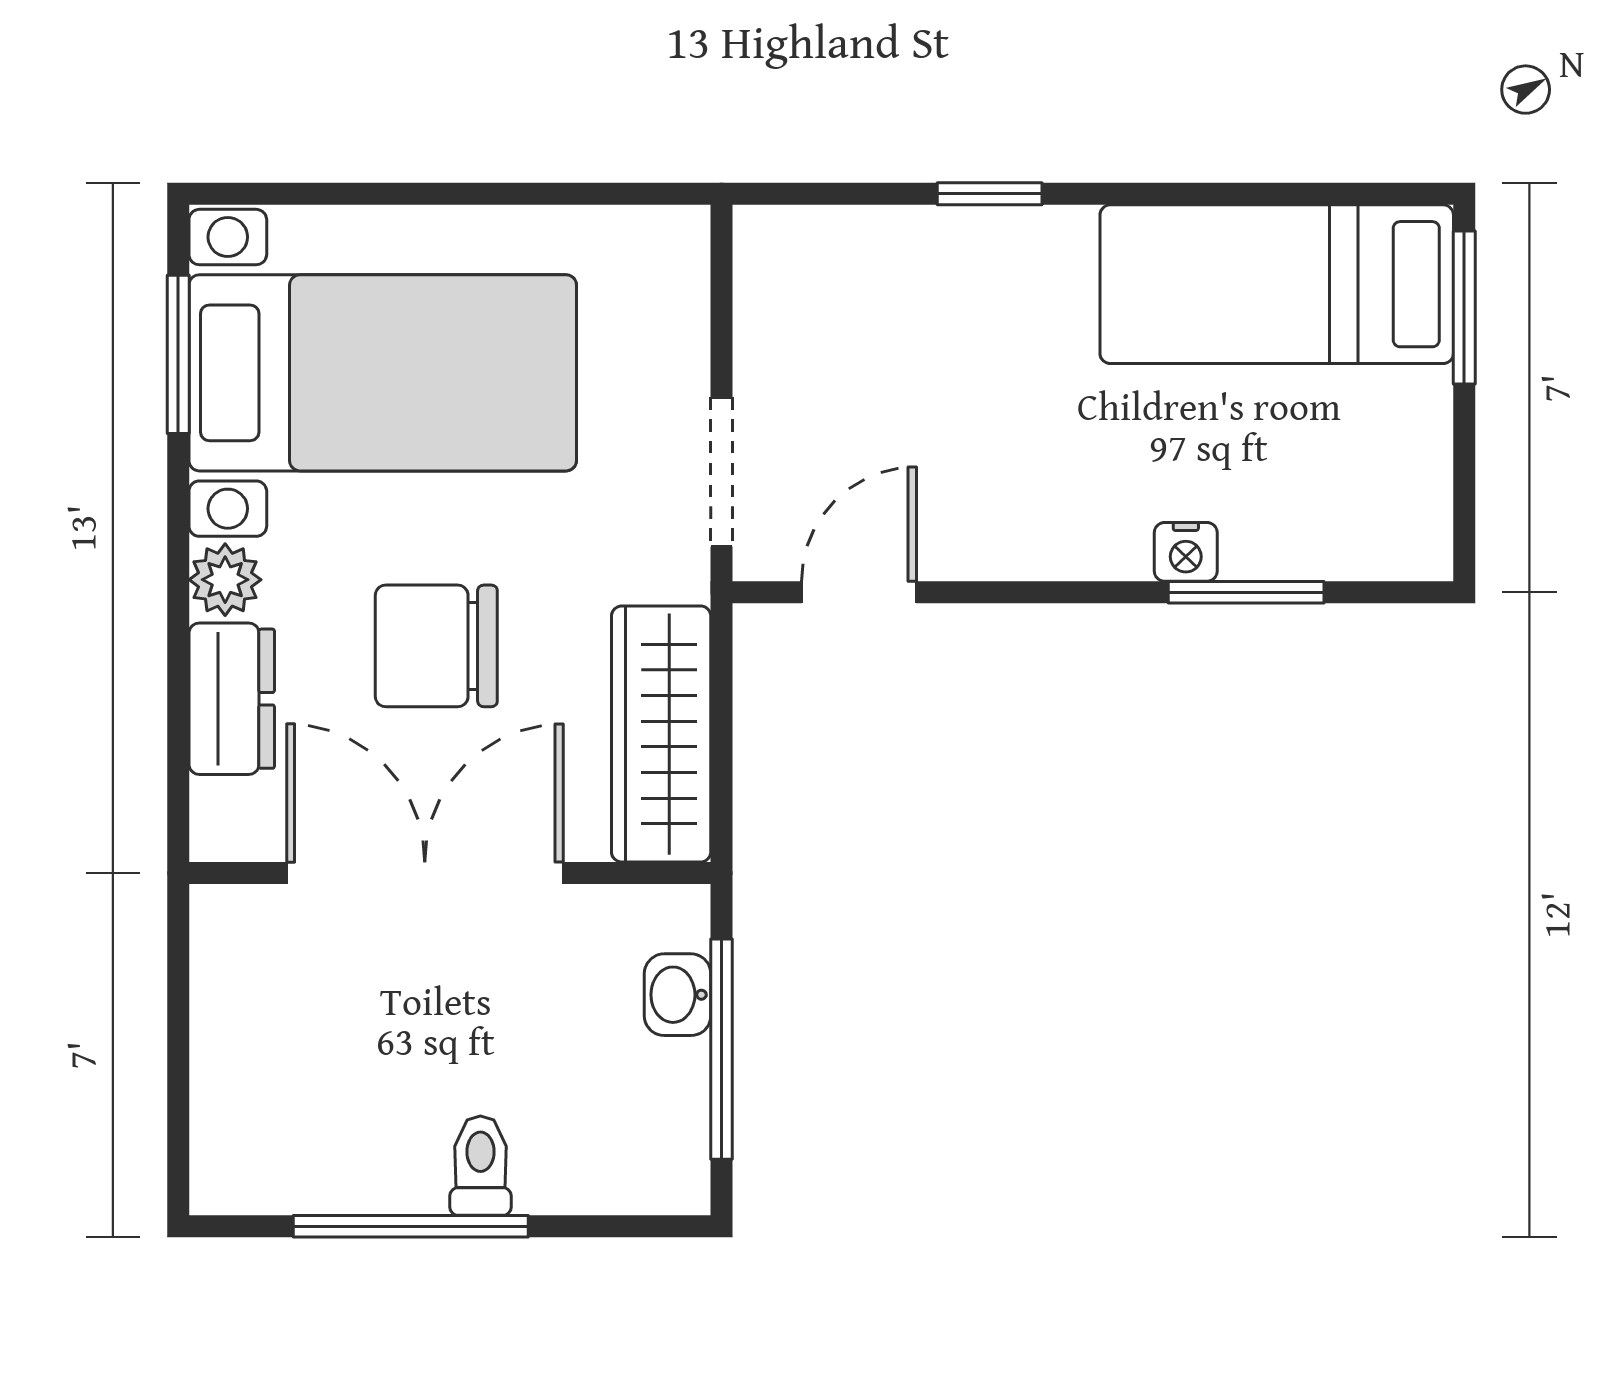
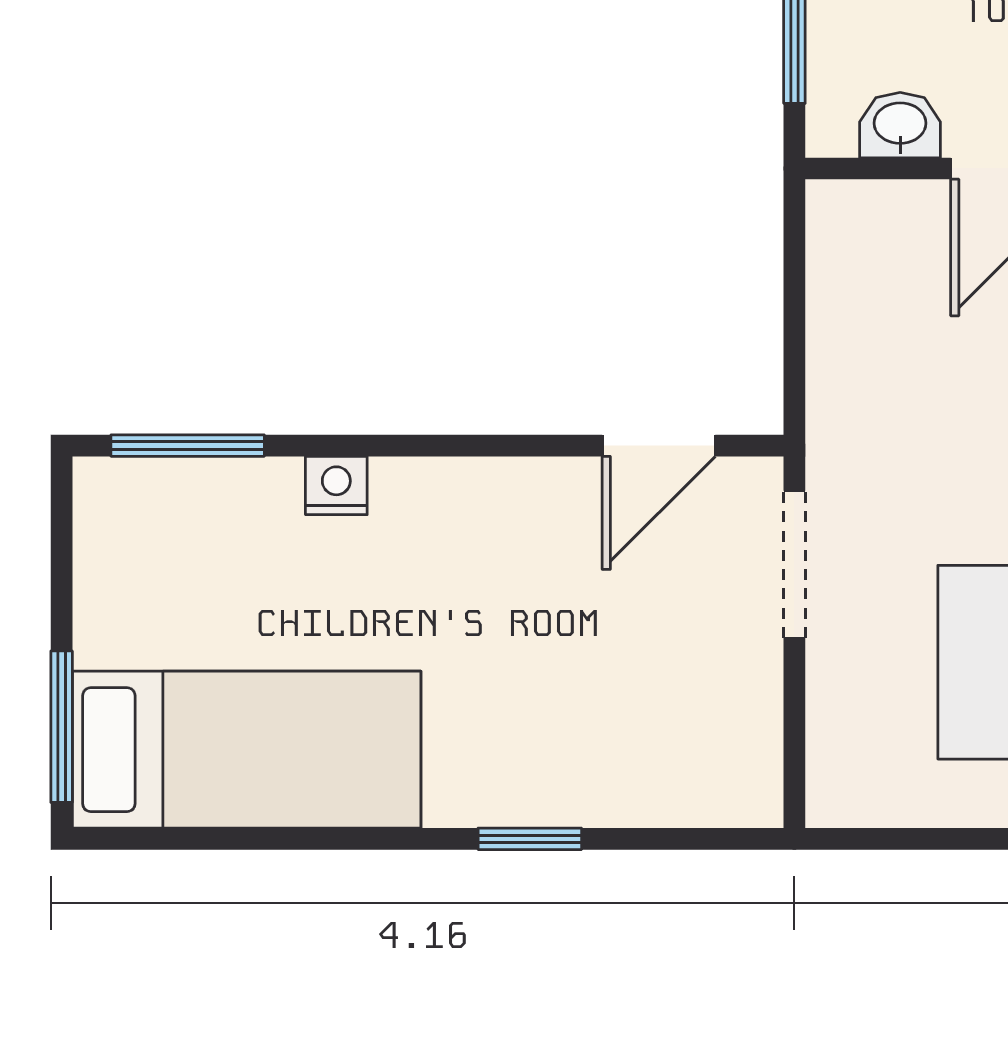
window: (1246, 592) -> (188, 446), moved
wardrobe: (661, 734) -> (854, 306), removed
washbasin: (678, 995) -> (900, 125), moved, turned -90

